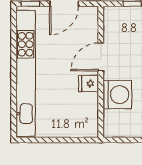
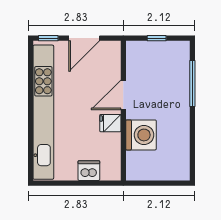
dishwasher: (68, 128) -> (89, 171), added

